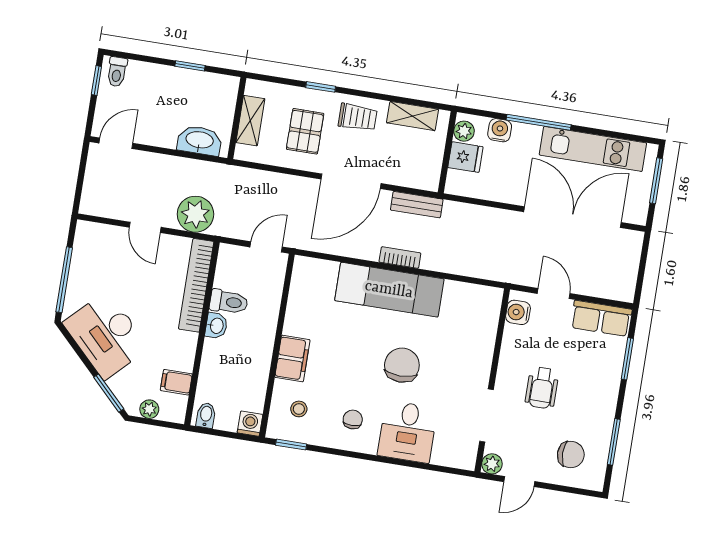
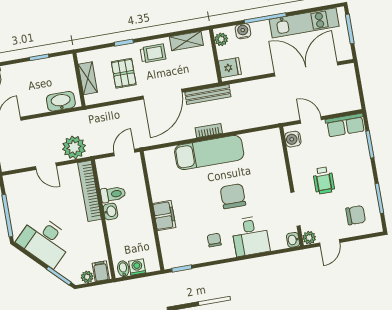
fridge: (465, 157) -> (230, 68), moved
bench: (417, 205) -> (208, 94), width x1.36
filing cabinet: (176, 382) -> (101, 271), moved, turned 90
stool: (299, 409) -> (179, 245), removed
washing machine: (250, 424) -> (137, 267), moved
washbasin: (467, 459) -> (293, 240), added

